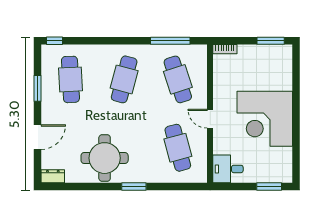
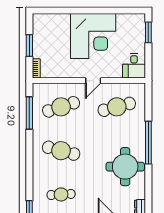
window: (271, 41) -> (29, 45), moved
cafe table: (70, 79) -> (61, 194), width x0.73, depth x0.74
window: (134, 186) -> (148, 143), width x2.11

